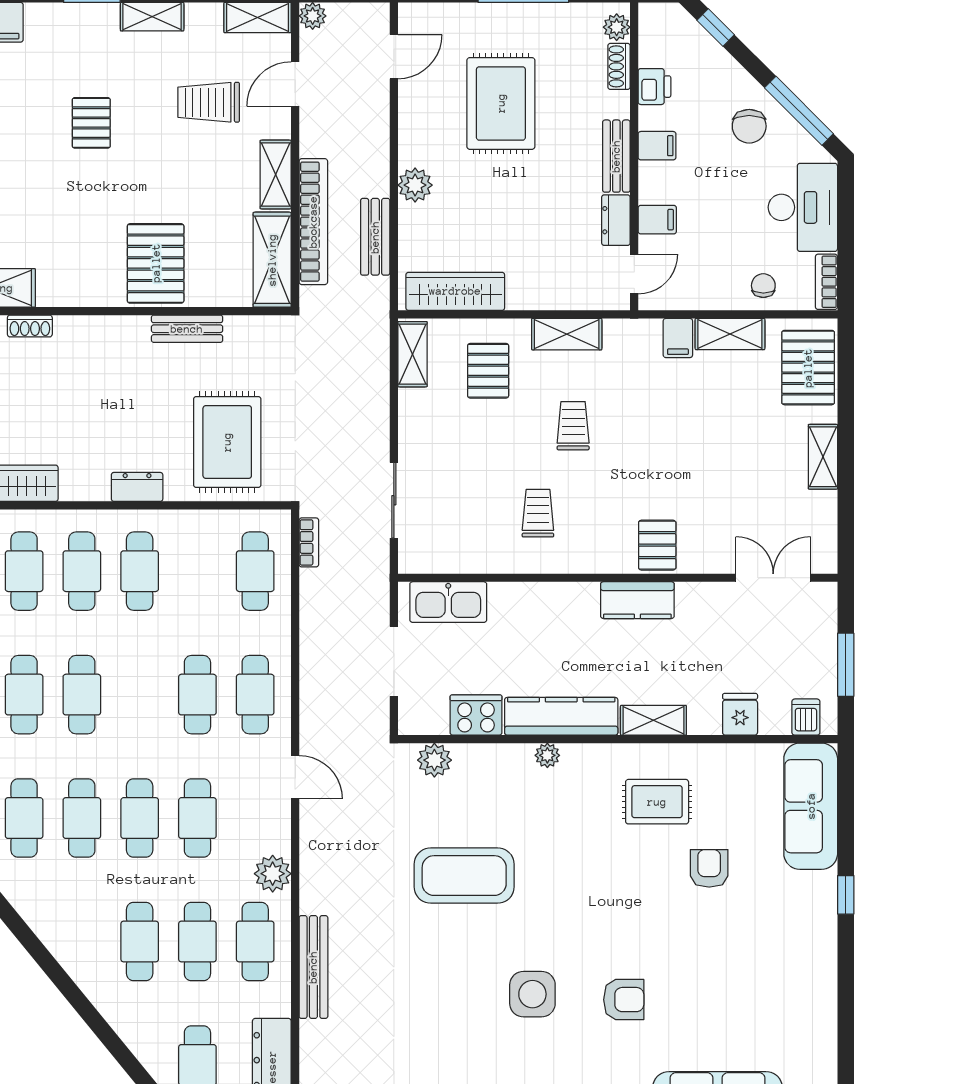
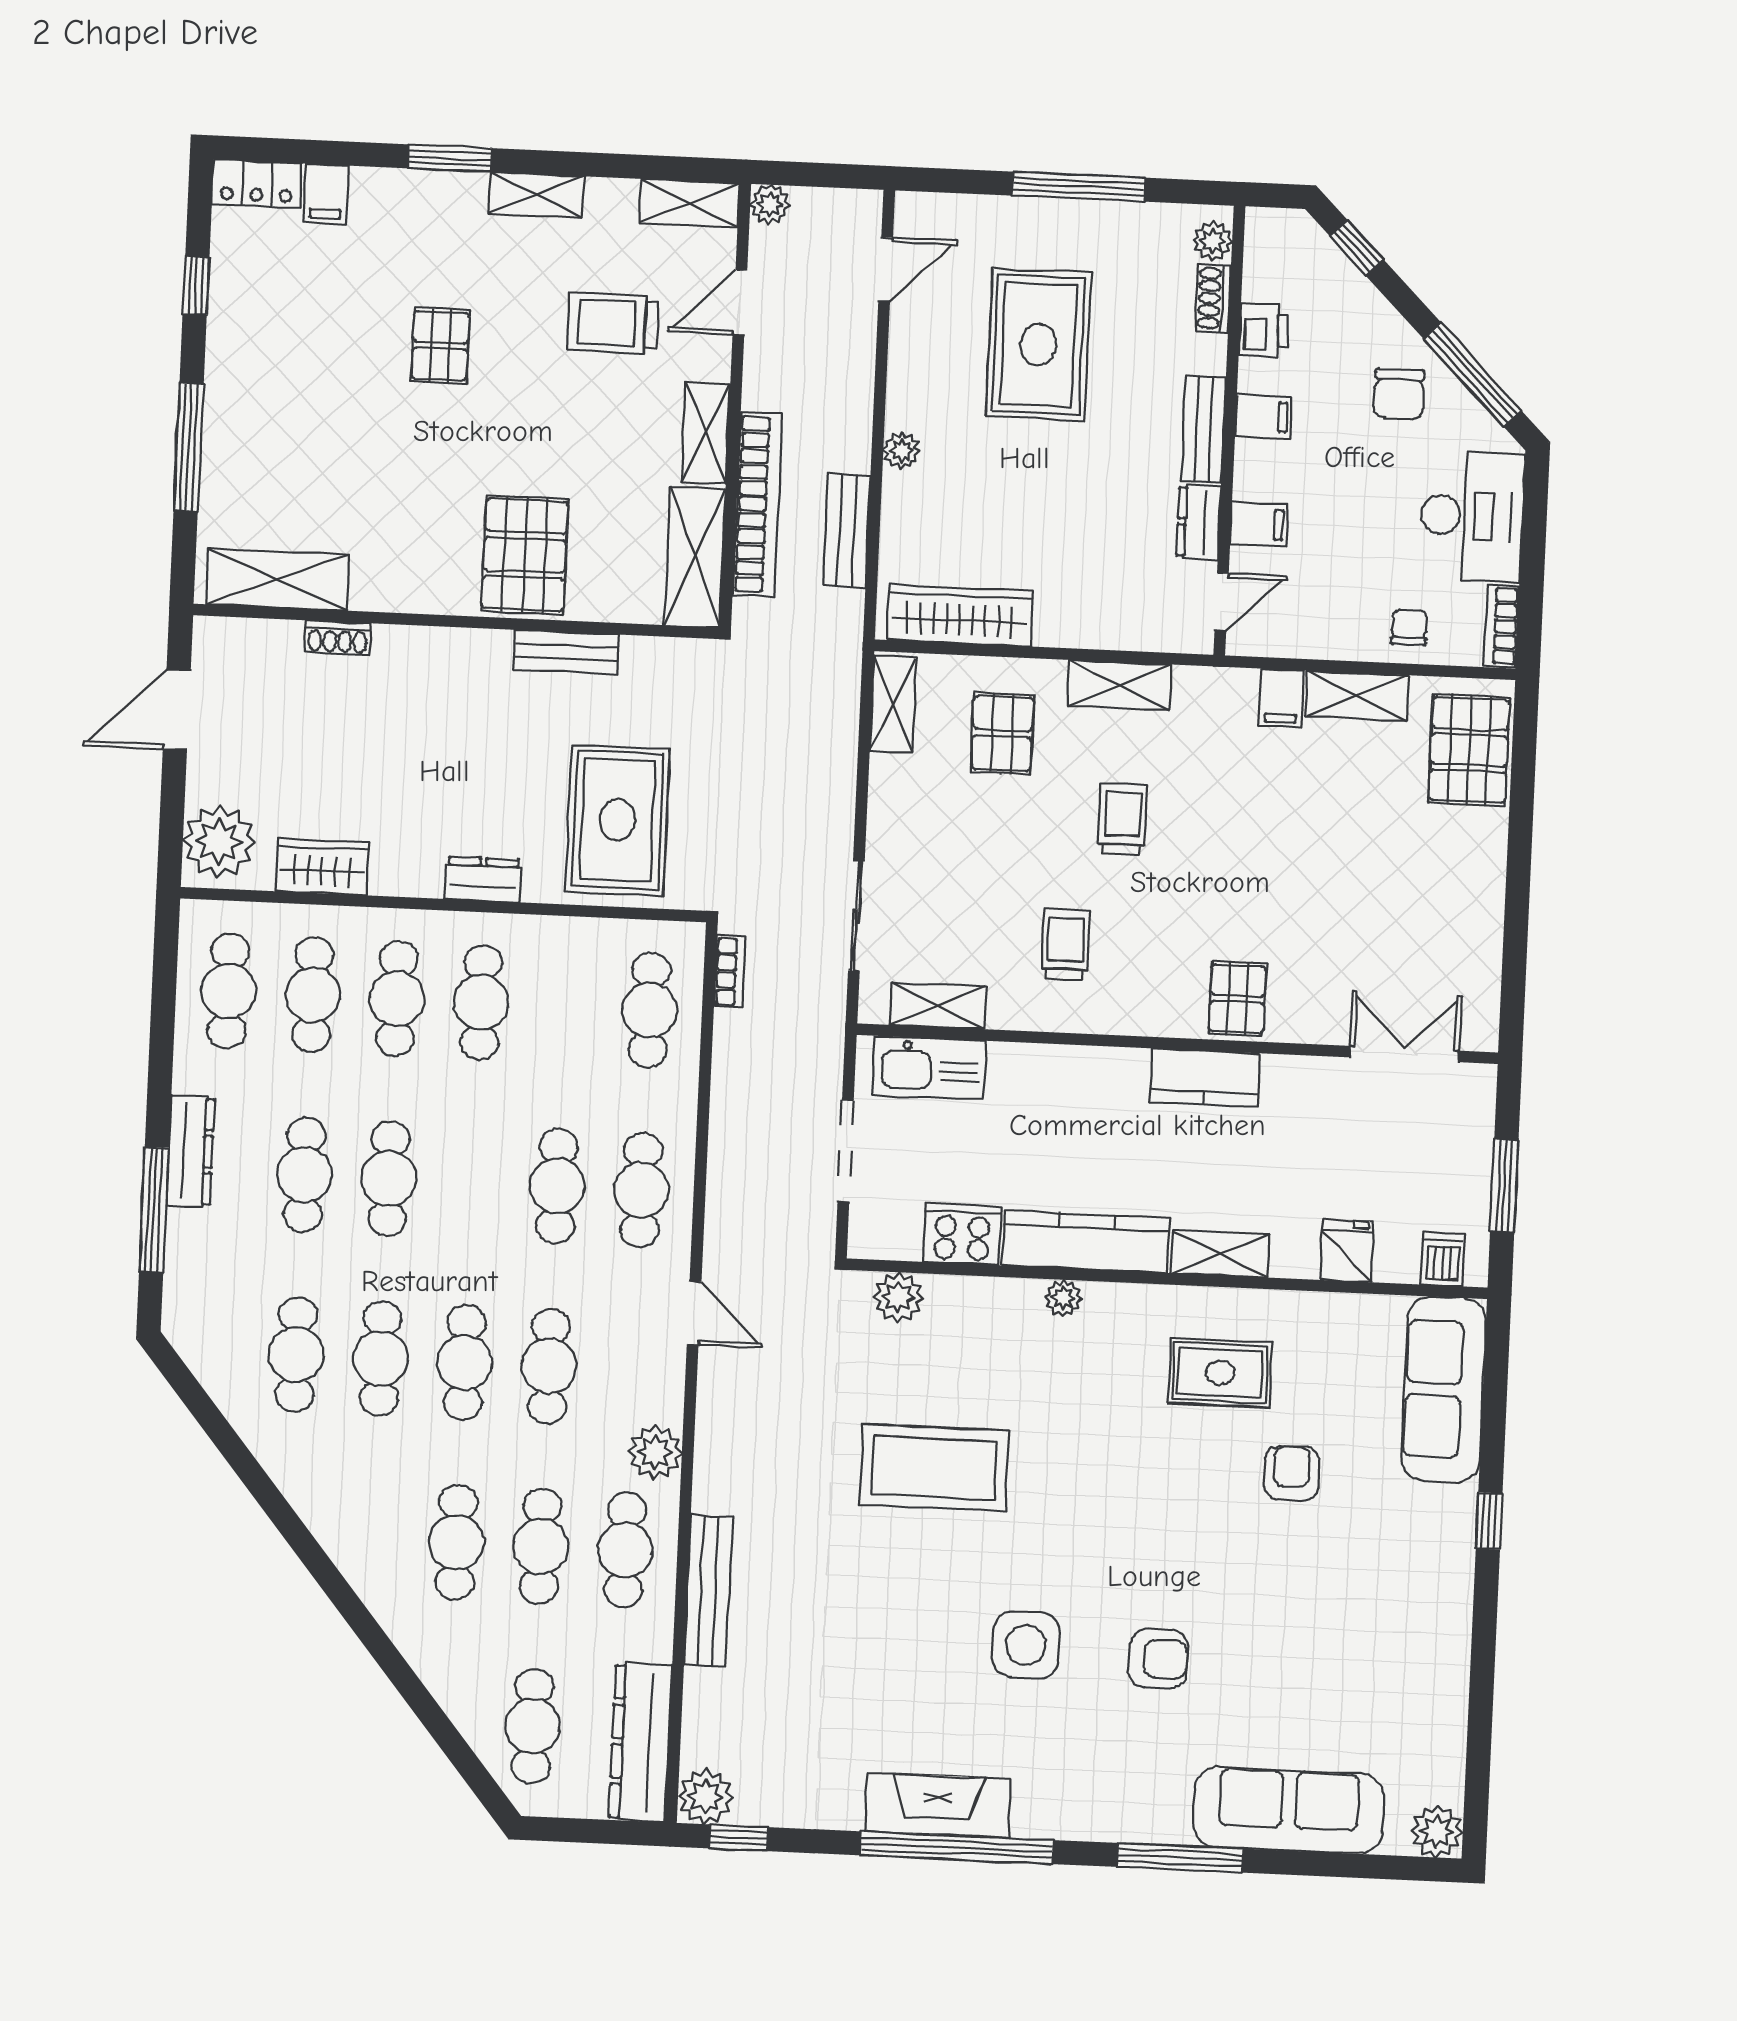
plant: (415, 185) -> (902, 451), width x0.73, depth x0.73
shelving: (823, 457) -> (938, 1006), moved, turned 90

